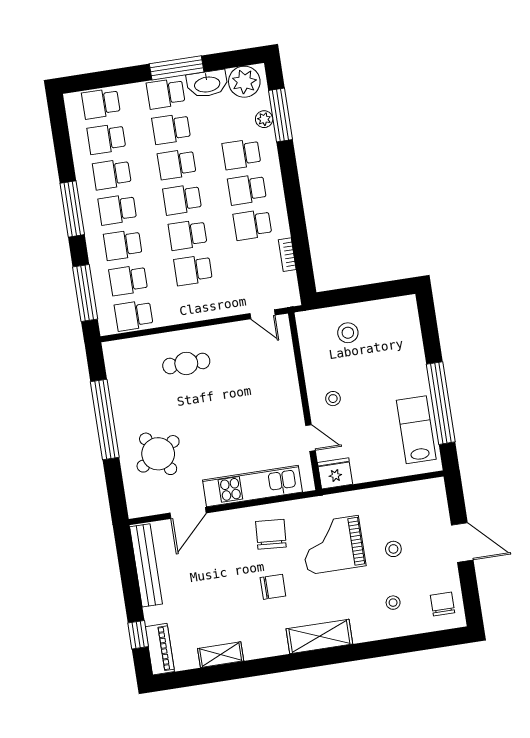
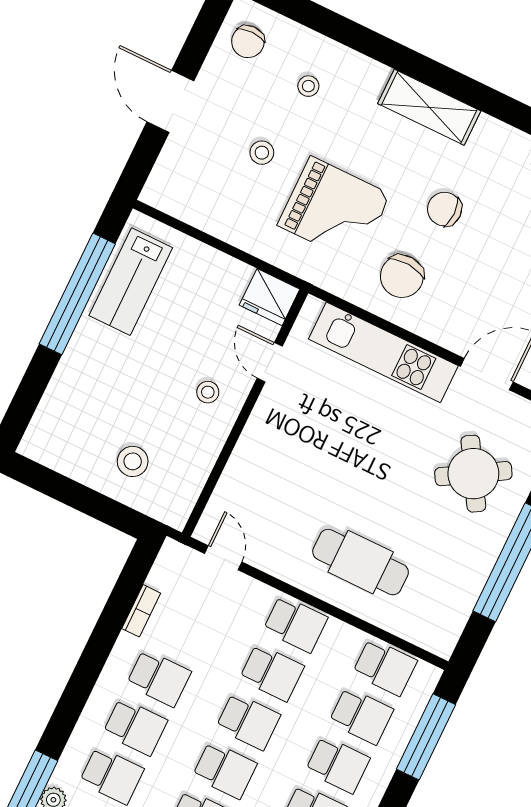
school desk: (199, 305) -> (295, 624), added
cafe table: (186, 363) -> (361, 562), width x1.37, depth x1.35

